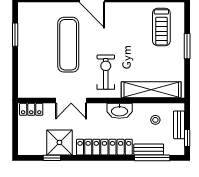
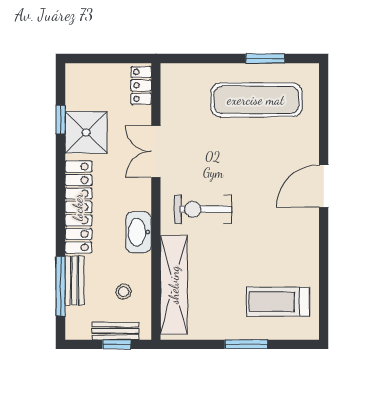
exercise mat: (68, 45) -> (256, 100), moved
exercise bike: (106, 72) -> (203, 209), turned 180
window: (187, 138) -> (117, 344), moved

